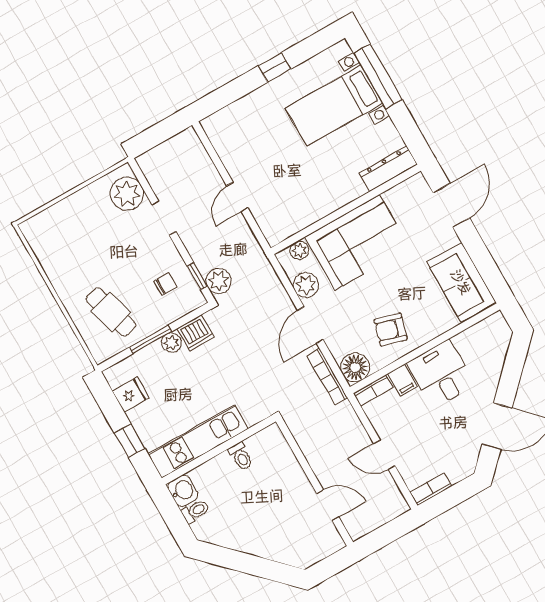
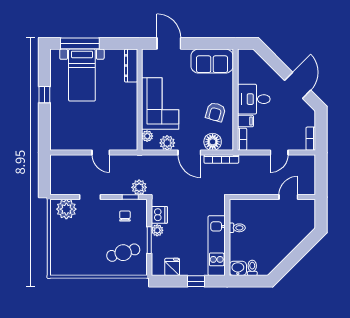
floor lamp: (355, 367) -> (213, 142), moved

